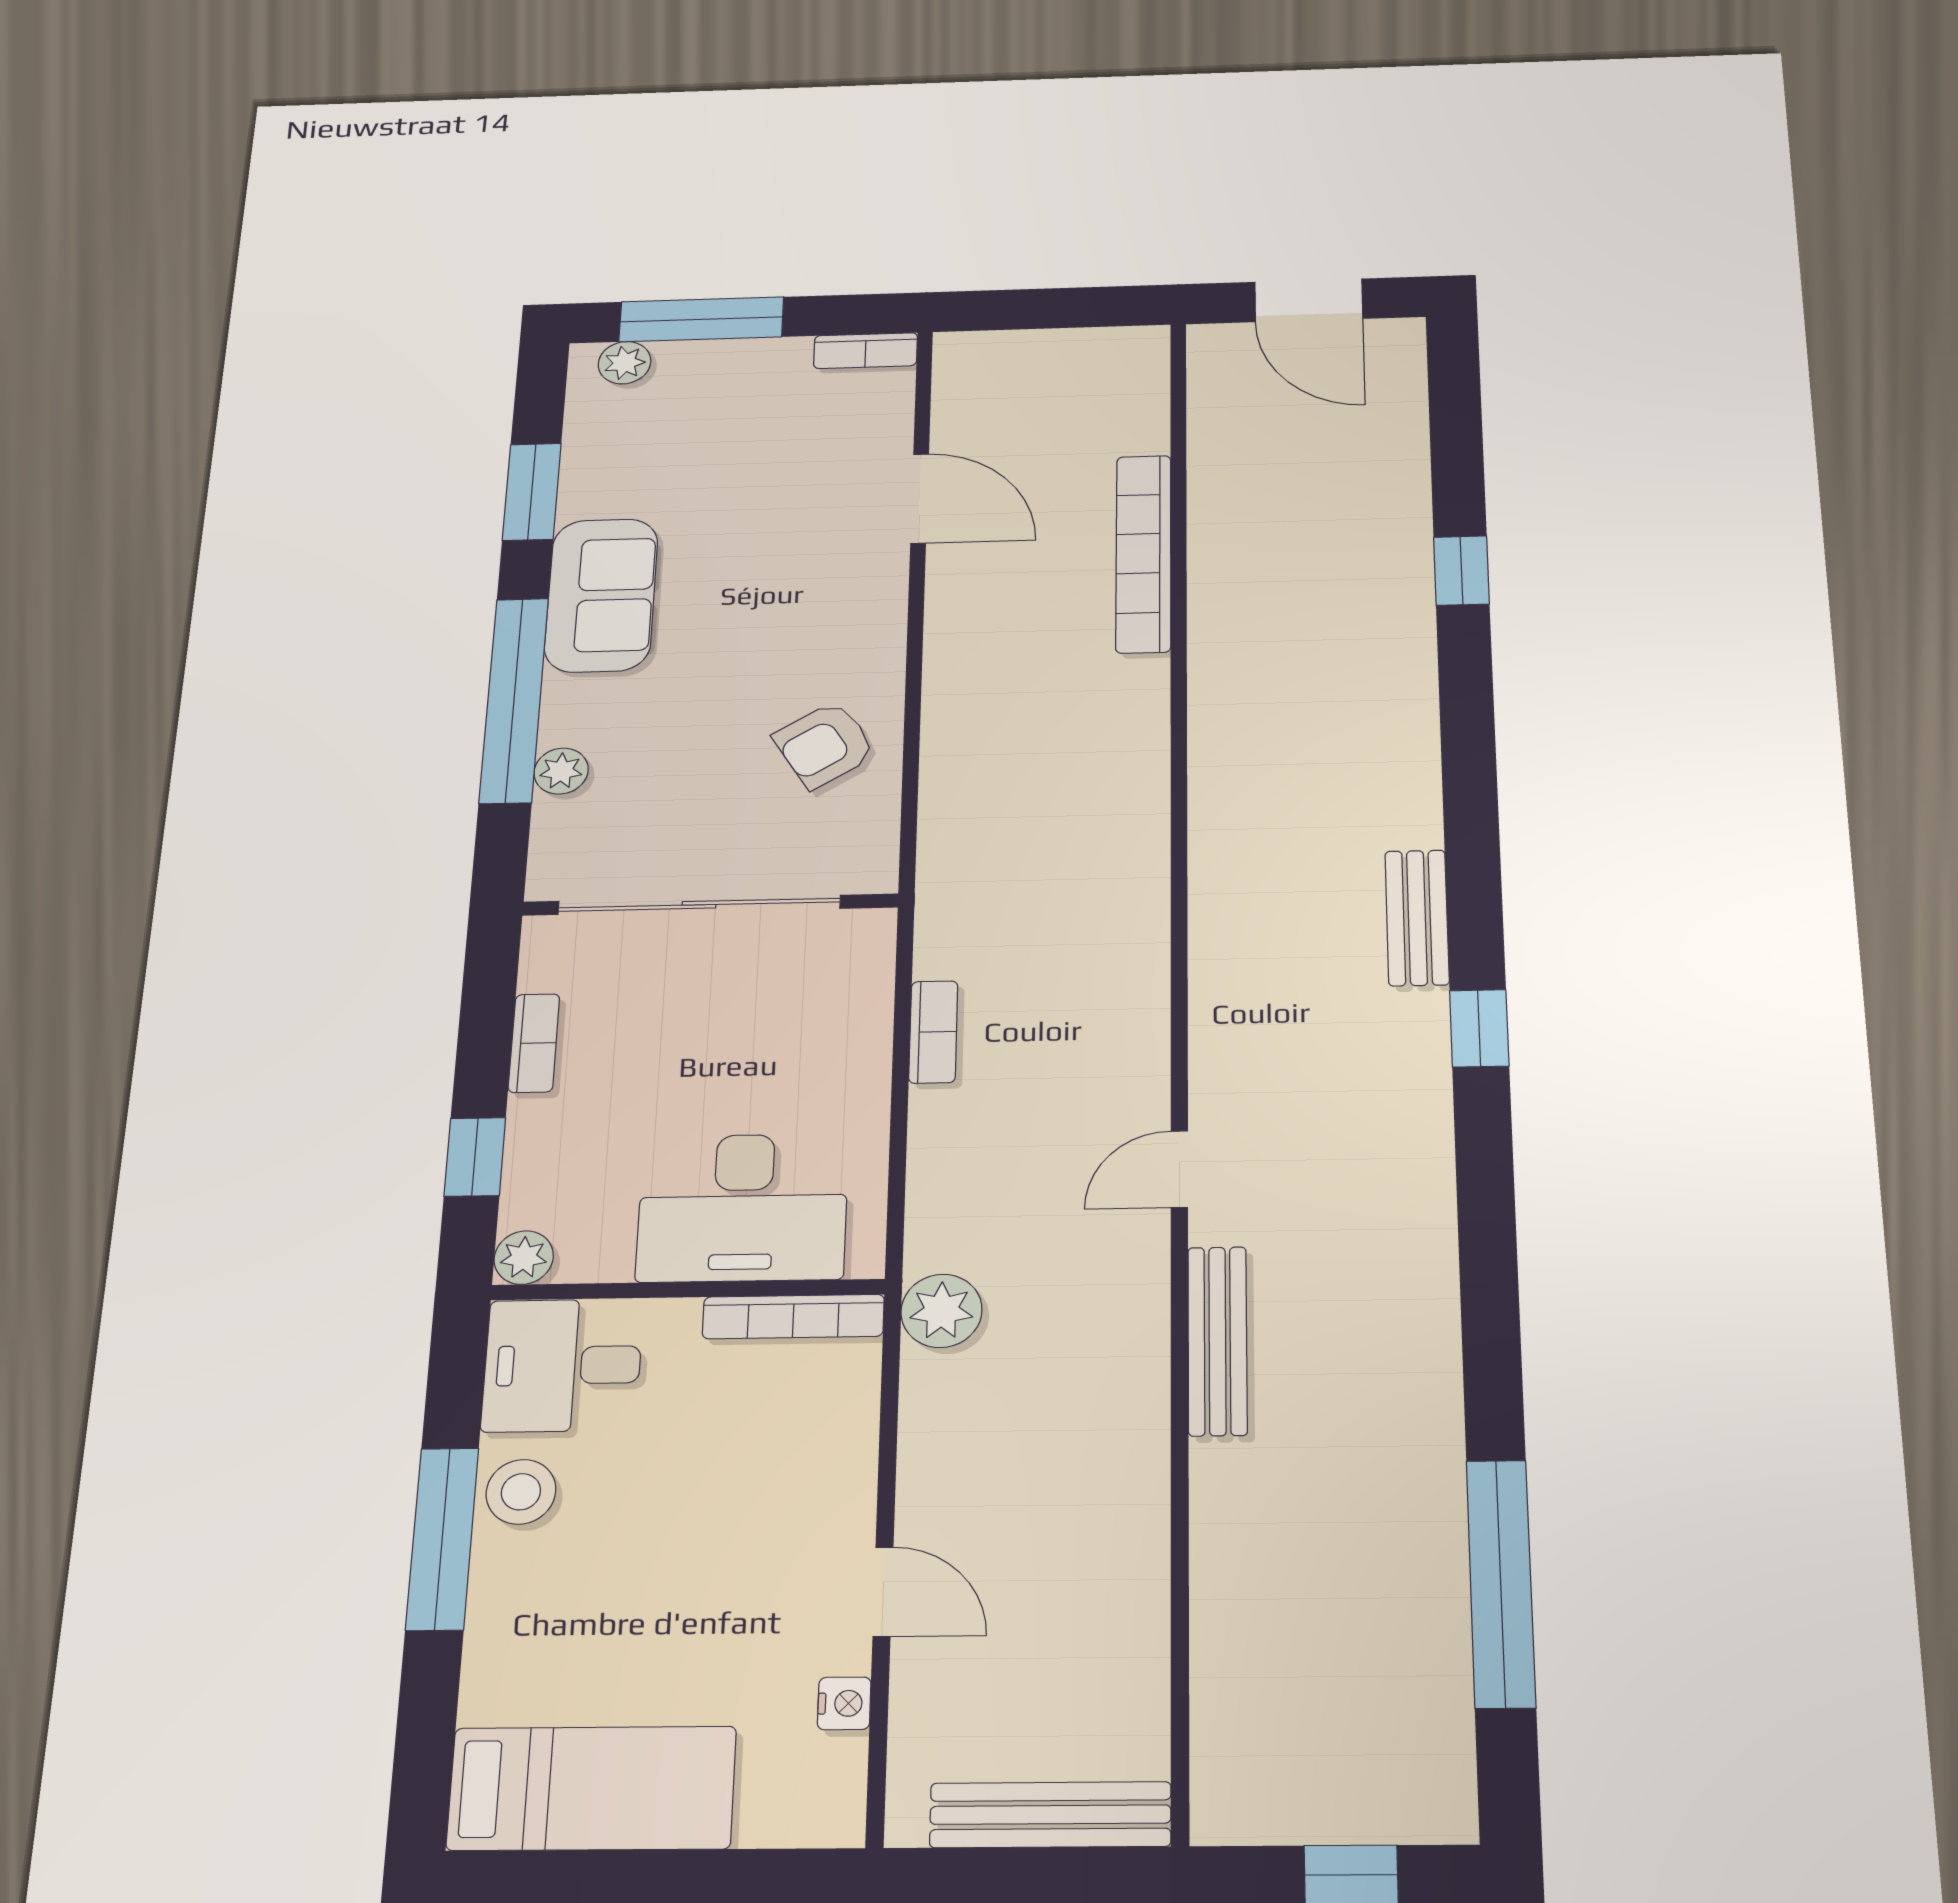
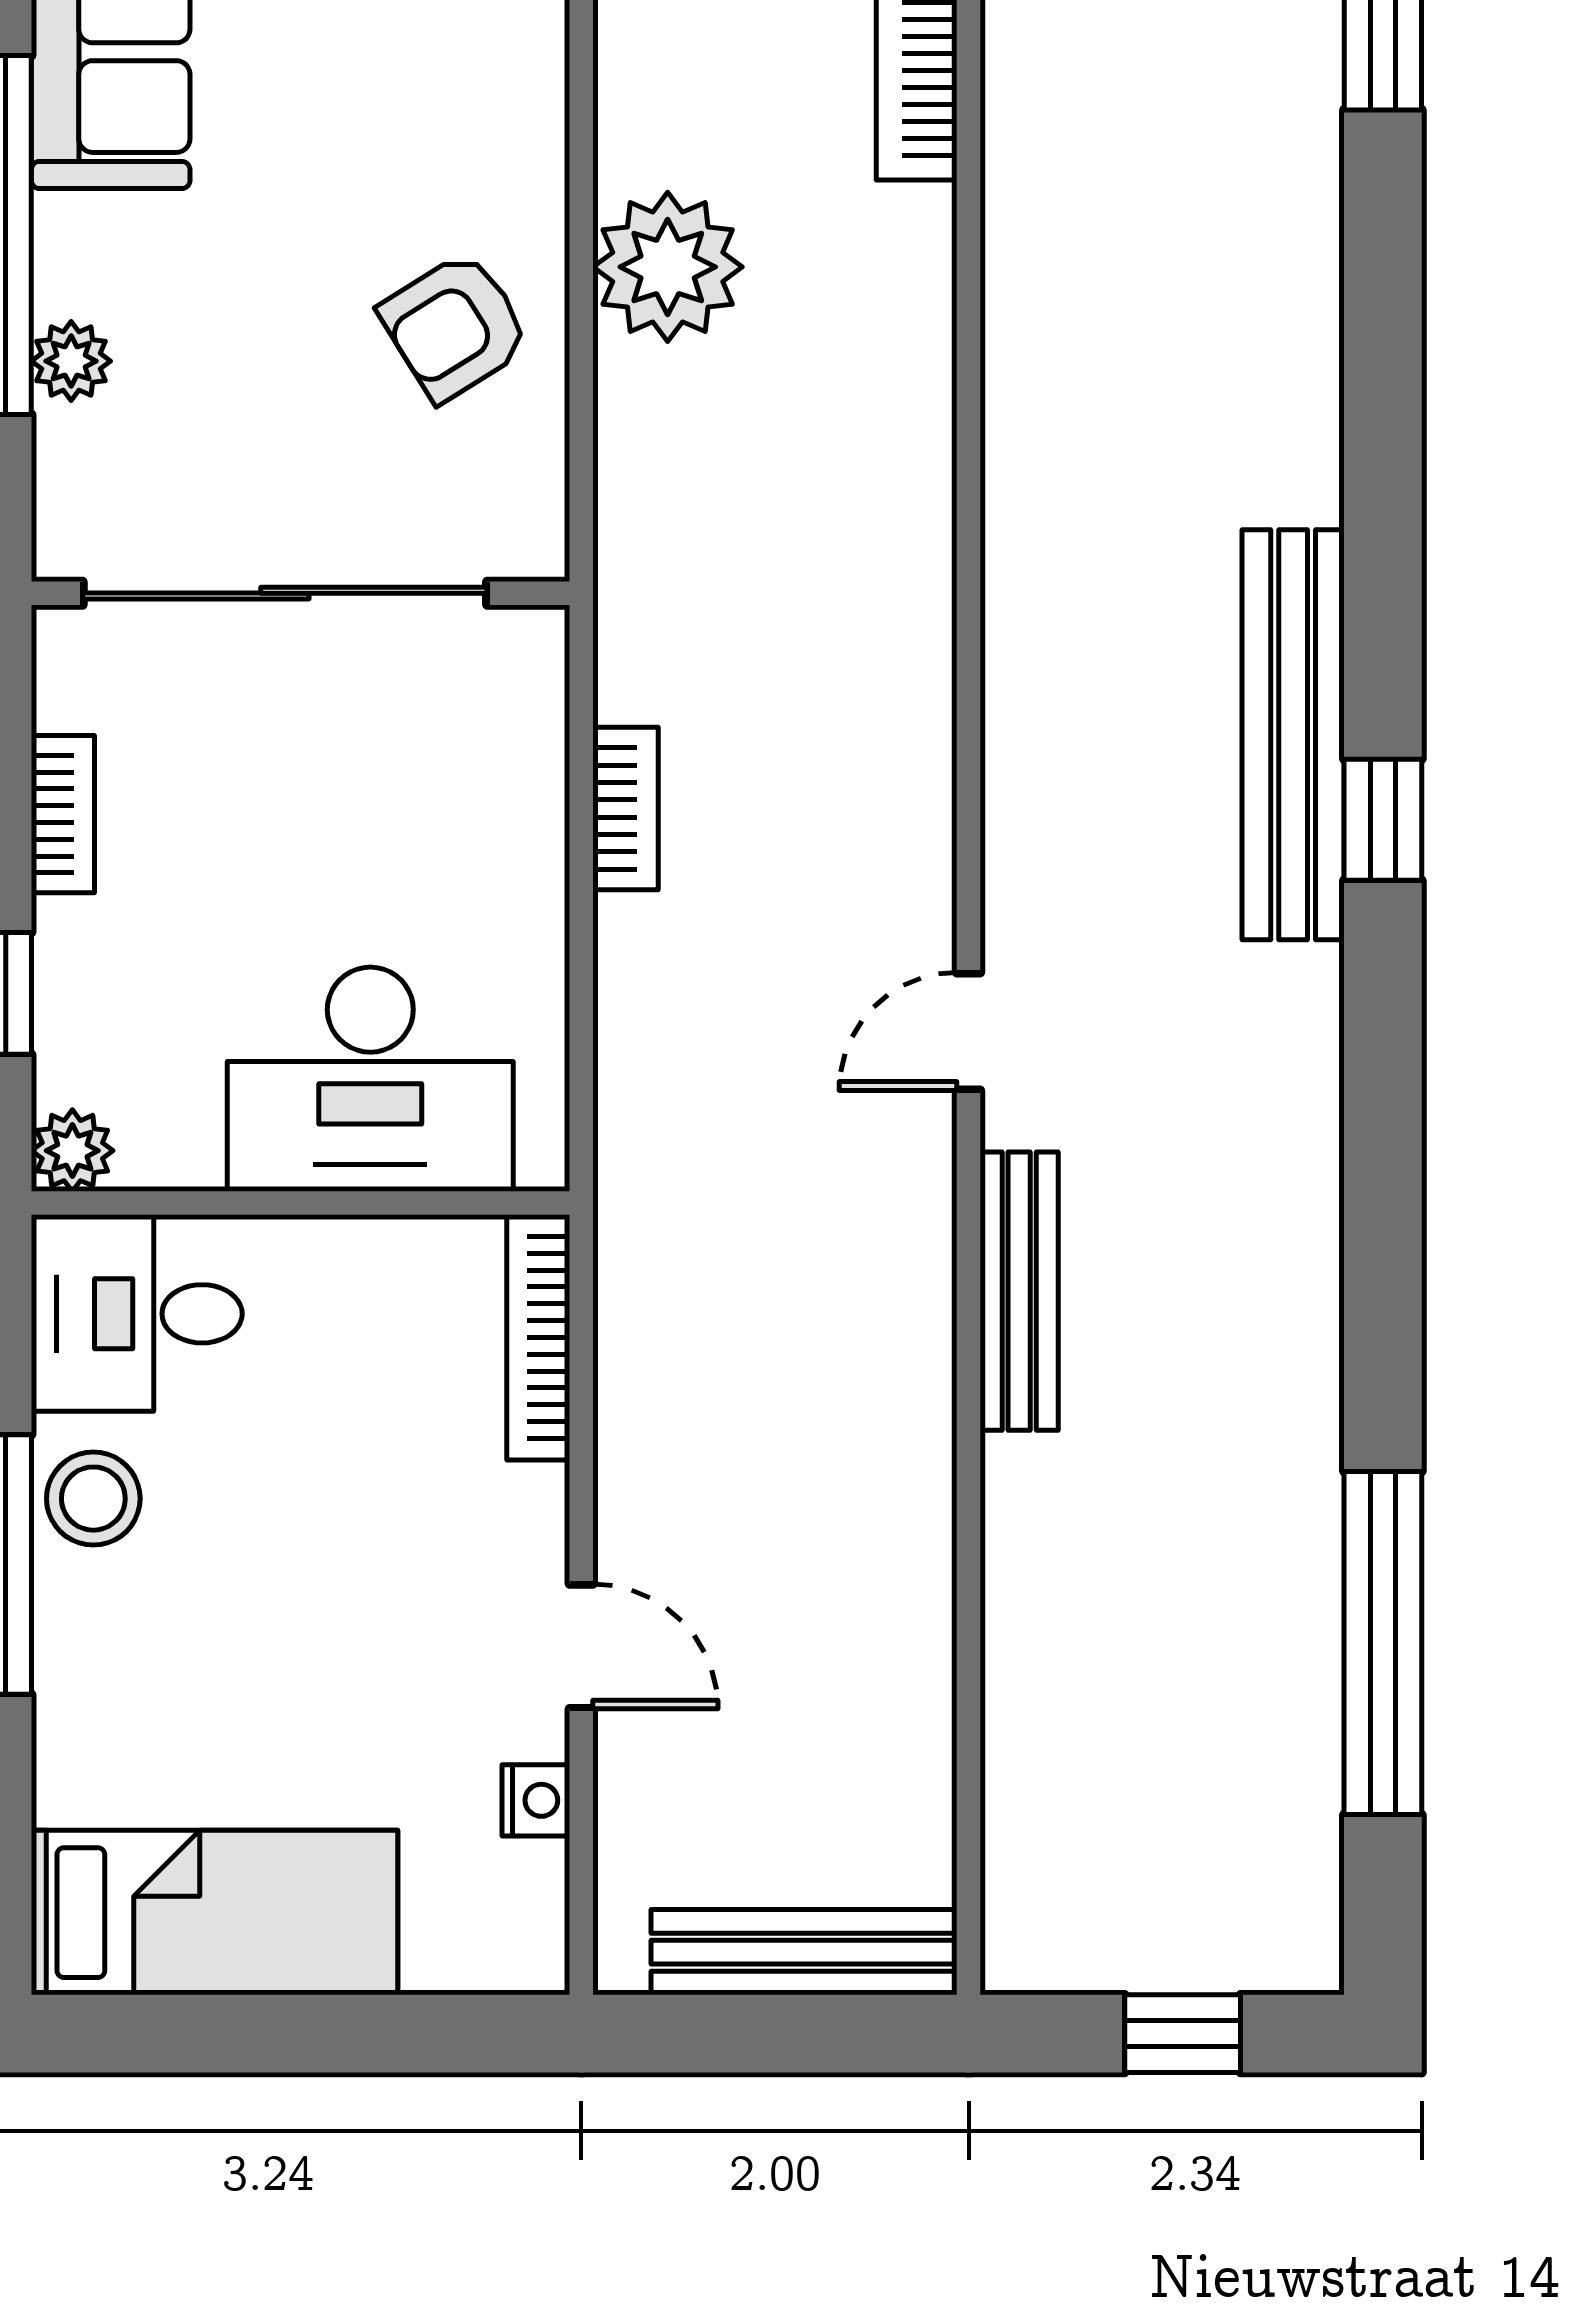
bench: (1417, 918) -> (1293, 735), width x1.86, depth x1.21
plant: (941, 1311) -> (668, 267), moved, width x1.36, depth x1.36
bookcase: (793, 1317) -> (538, 1337), moved, turned 90

